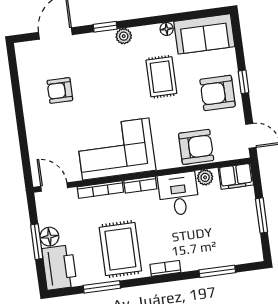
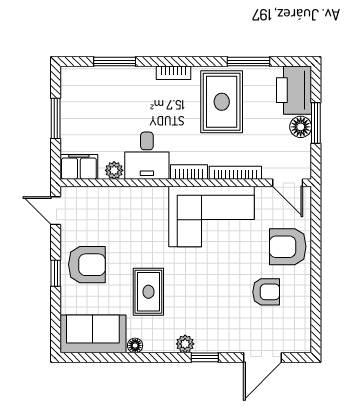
armchair: (196, 147) -> (288, 247), moved

